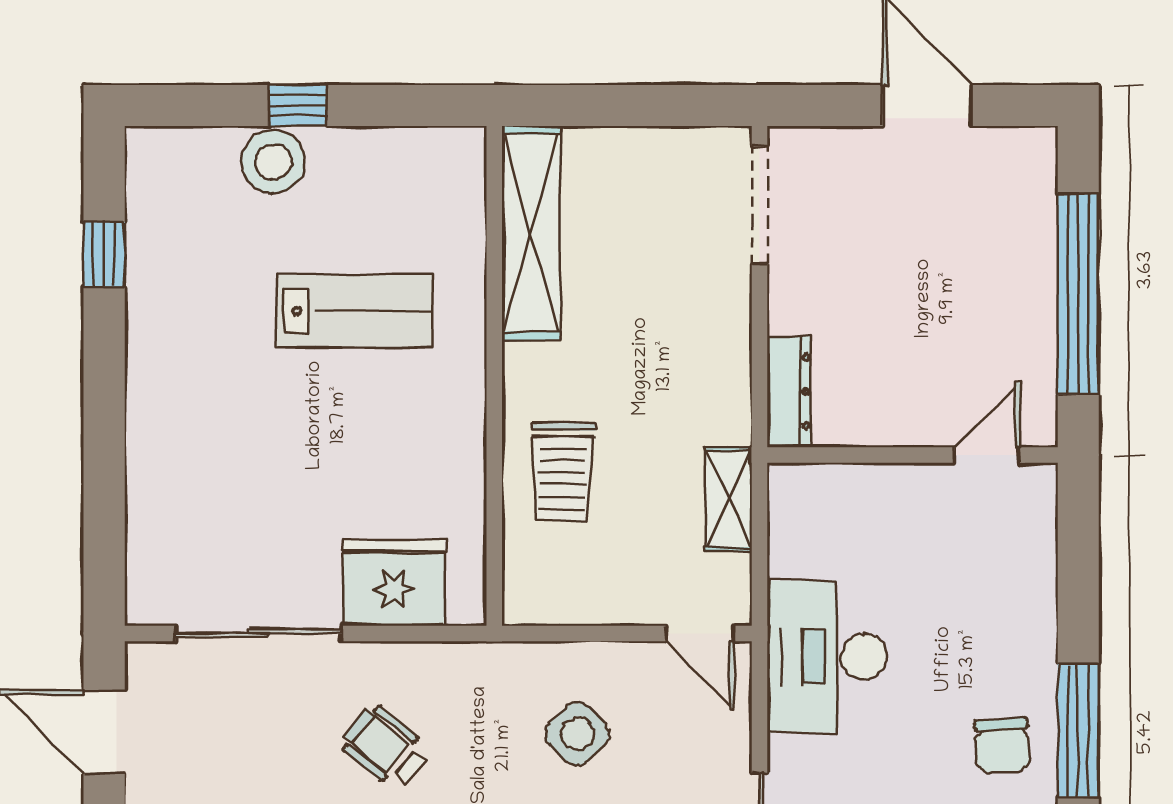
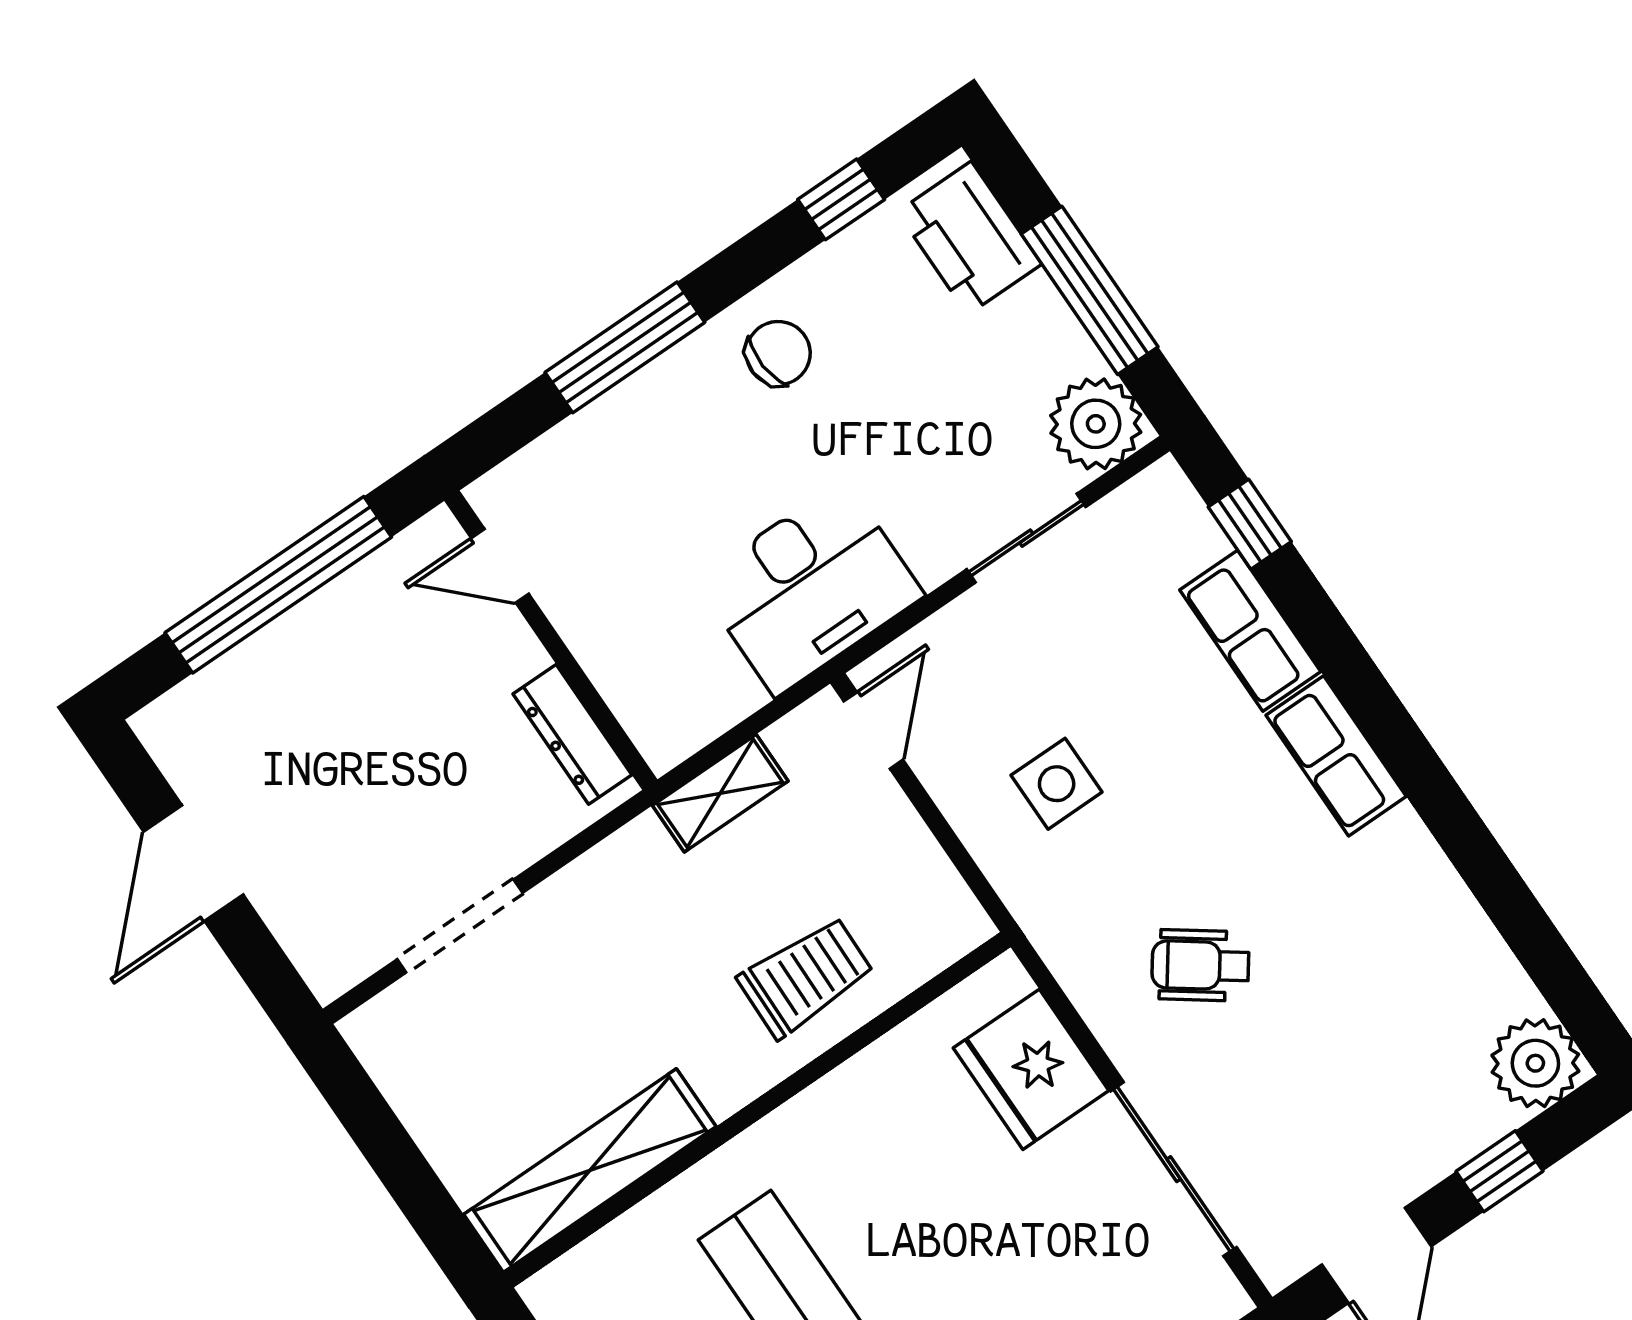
doorway: (760, 205) -> (460, 926), moved
dresser: (789, 392) -> (572, 734), moved, turned -90
window: (1078, 731) -> (625, 347), moved
side table: (577, 734) -> (1057, 784), turned 45
wheelchair: (385, 747) -> (1200, 965), turned 87

